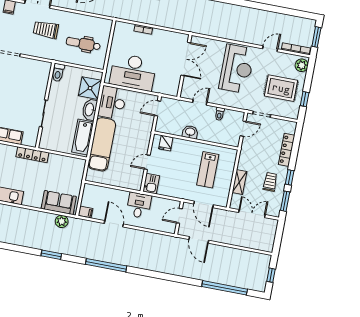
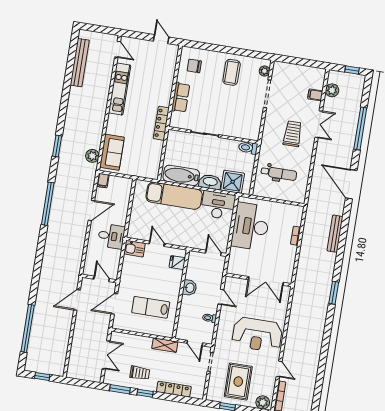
dental chair: (83, 44) -> (279, 173), turned 90
shelving: (239, 182) -> (165, 345), moved

